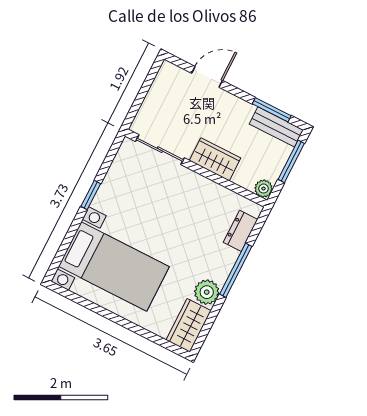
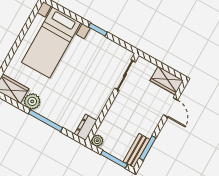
wardrobe: (215, 159) -> (167, 80), moved, turned 90
dresser: (241, 231) -> (86, 127), moved, turned -90

